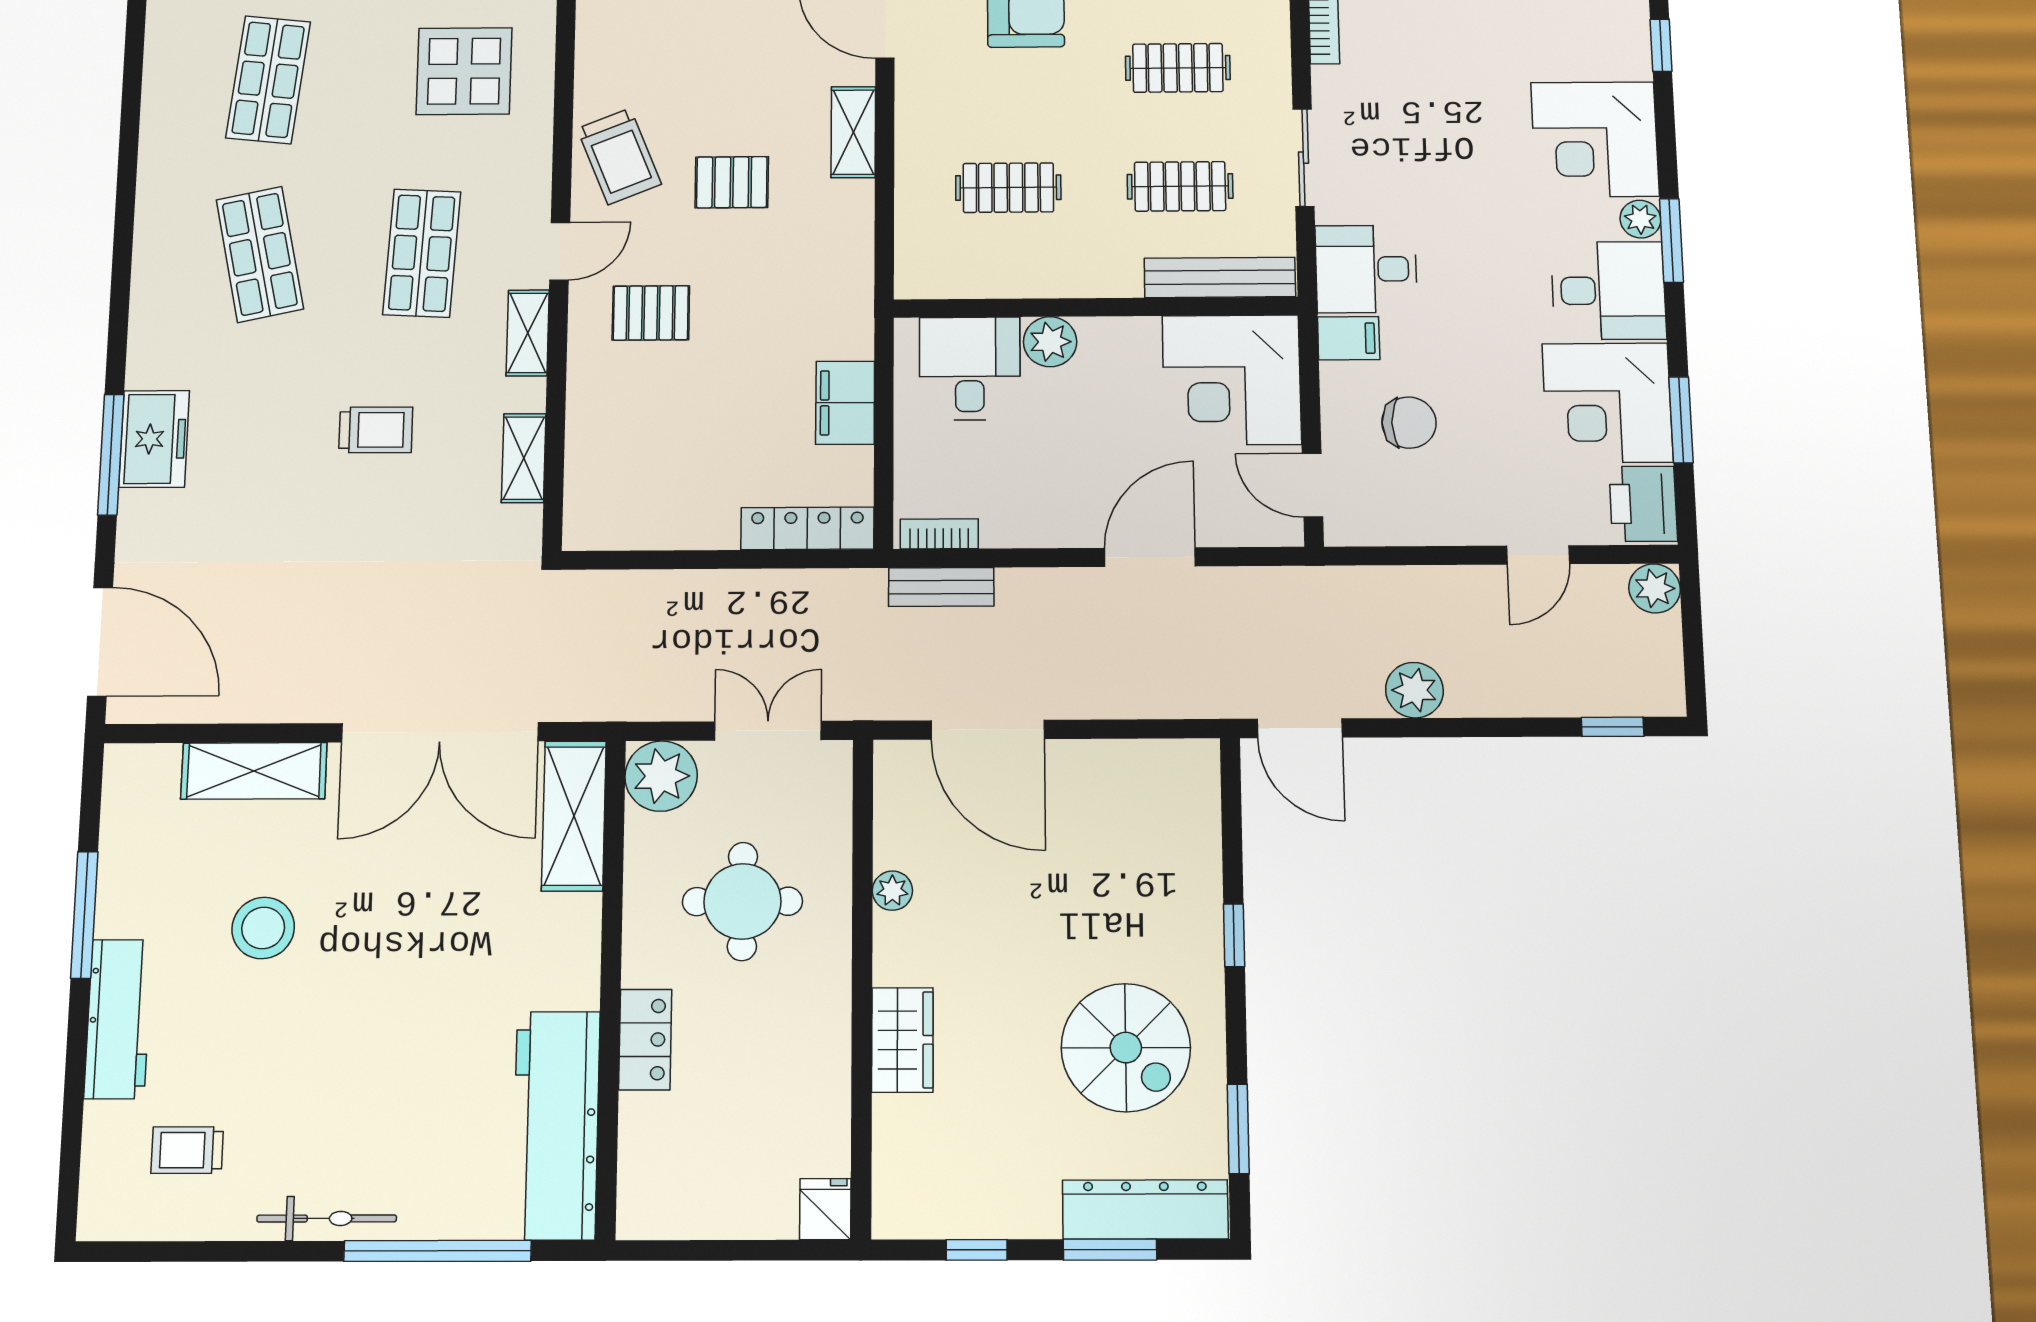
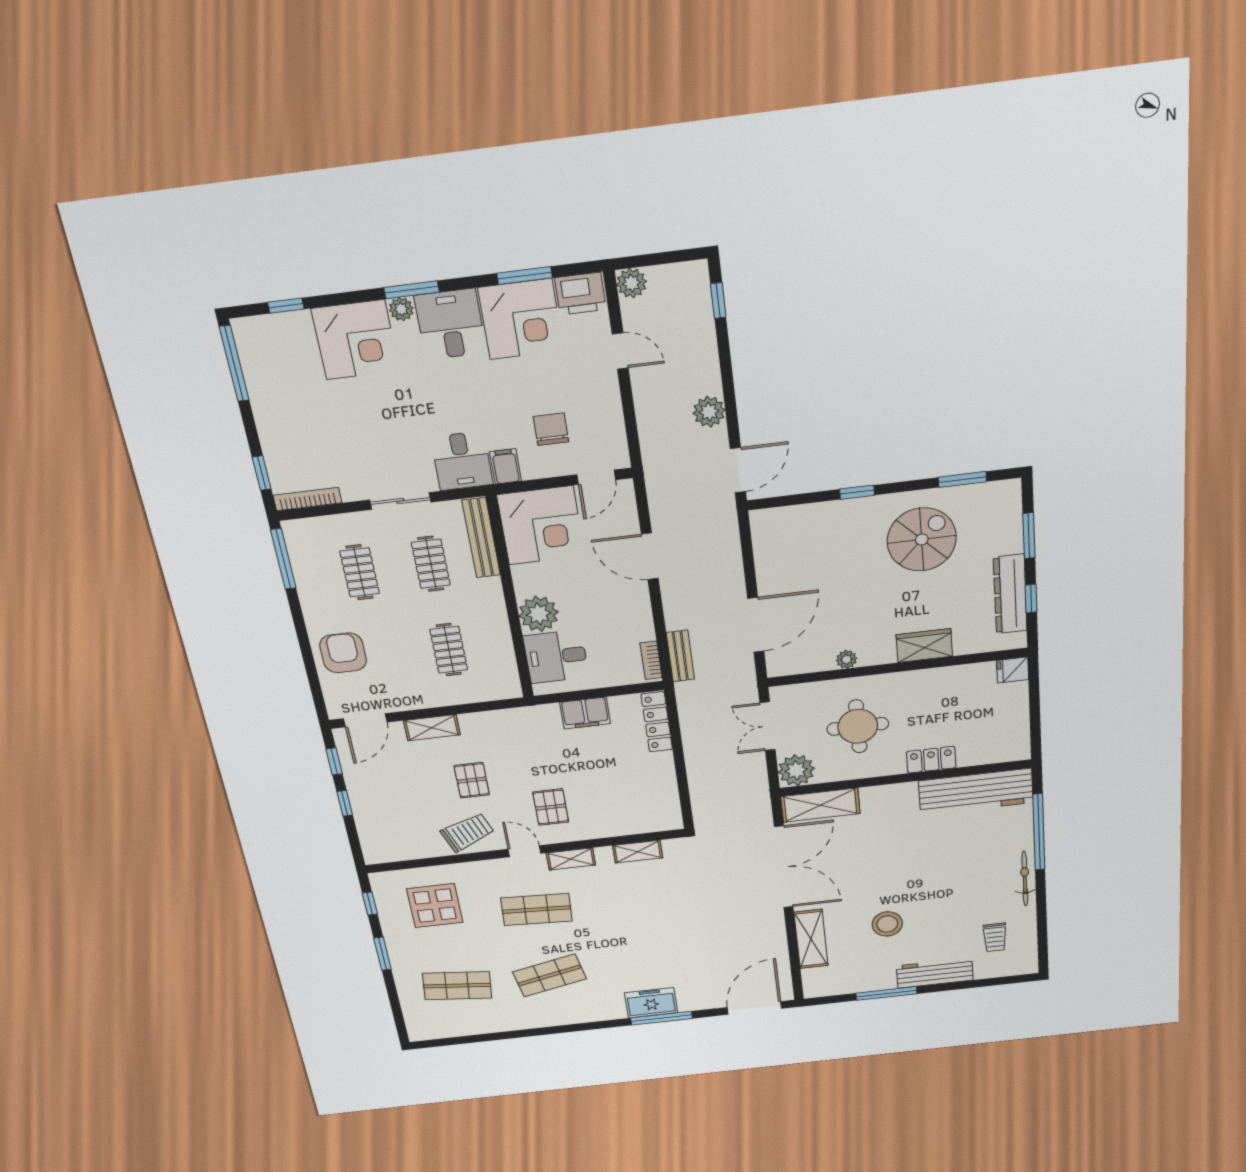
plant: (1050, 342) -> (539, 614), width x1.36, depth x1.36
trolley: (376, 430) -> (633, 915), removed
dresser: (1145, 1209) -> (1010, 594), moved

